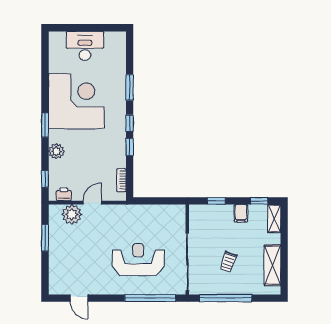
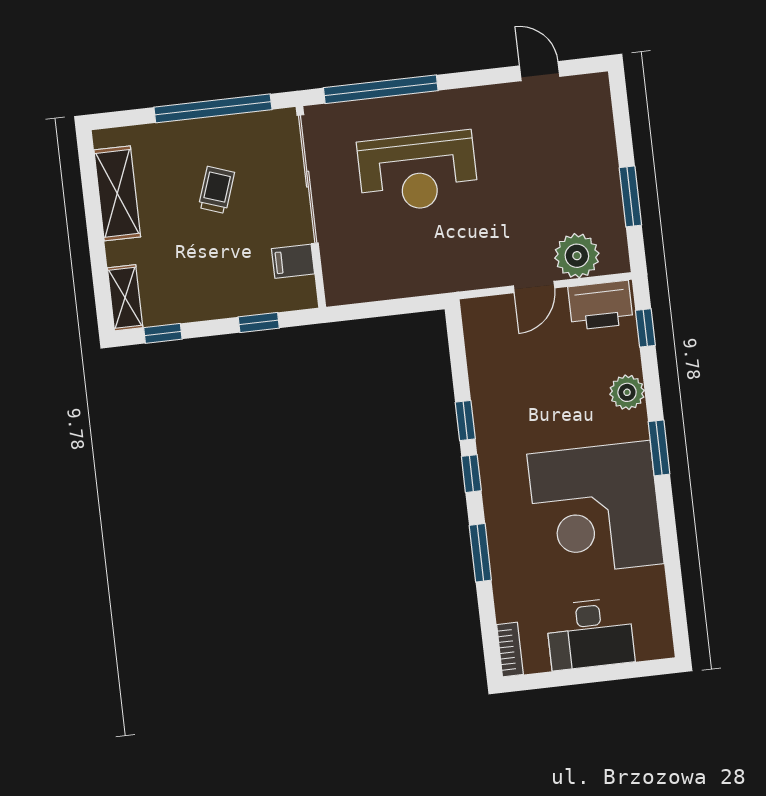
bookcase: (121, 180) -> (510, 650), moved
printer: (64, 194) -> (601, 305), width x1.87, depth x1.48
filing cabinet: (241, 213) -> (293, 261), moved, turned -90

